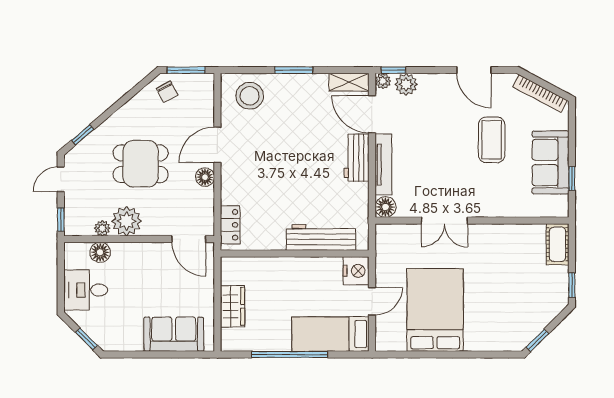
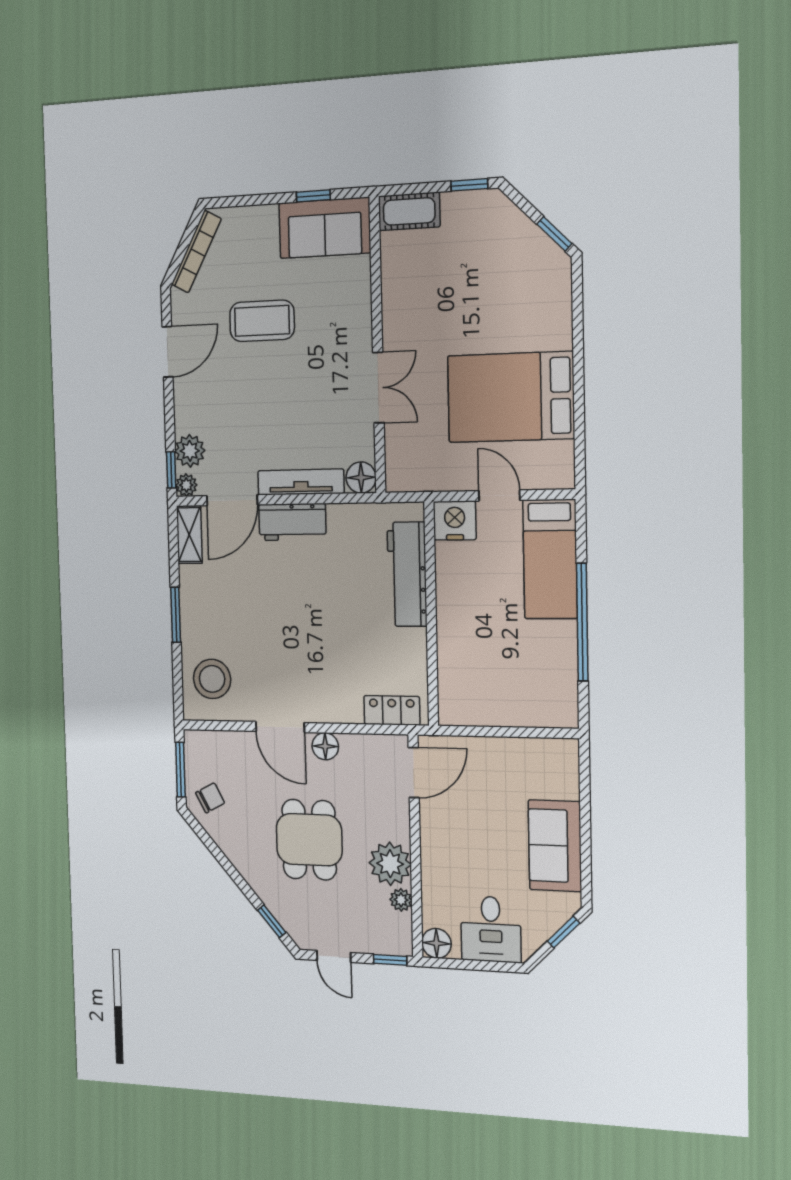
sofa: (550, 162) -> (325, 228), moved
floor lamp: (100, 252) -> (436, 943), moved
wardrobe: (233, 306) -> (511, 709), removed
sofa: (174, 334) -> (555, 846), moved

